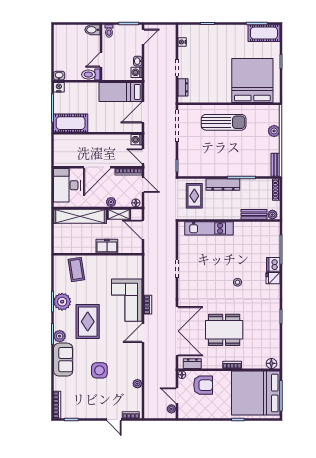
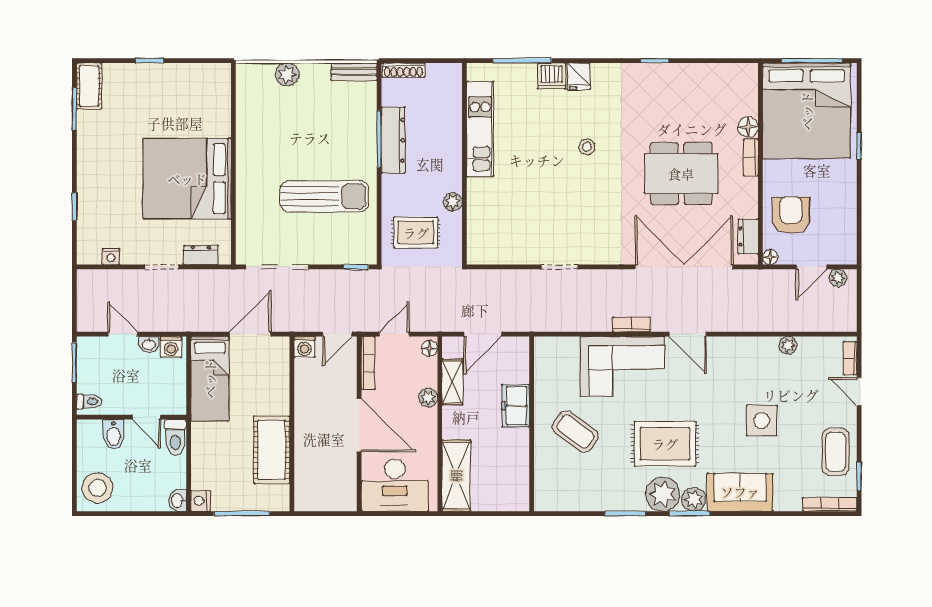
bidet: (92, 30) -> (114, 434), moved
cot: (264, 33) -> (89, 86), width x0.73, depth x0.75
stool: (65, 35) -> (97, 488), added
door: (143, 37) -> (123, 334), moved
bed: (252, 80) -> (187, 179), moved
door: (143, 112) -> (250, 334), swing flipped
sun lounger: (224, 122) -> (324, 196), moved, turned 90
cot: (71, 123) -> (272, 450), moved
dresser: (223, 185) -> (393, 140), moved
bench: (254, 214) -> (452, 114), removed
plant: (272, 215) -> (453, 202), moved
shelving: (80, 216) -> (456, 476), width x0.68
kitchen unit: (209, 228) -> (480, 129), moved
coffee table: (76, 269) -> (575, 432), moved, turned 46
plant: (62, 302) -> (663, 494), moved
dining table: (224, 330) -> (681, 174), turned 90
floor lamp: (271, 363) -> (748, 127), moved
coffee table: (84, 408) -> (836, 452), added
door: (114, 420) -> (859, 392), swing flipped

